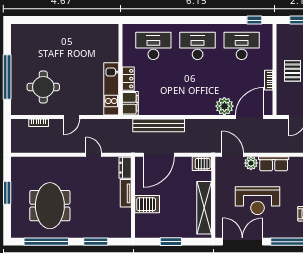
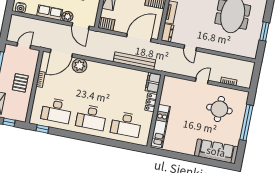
sofa: (37, 35) -> (216, 151), added
kitchen unit: (111, 89) -> (160, 126), moved

